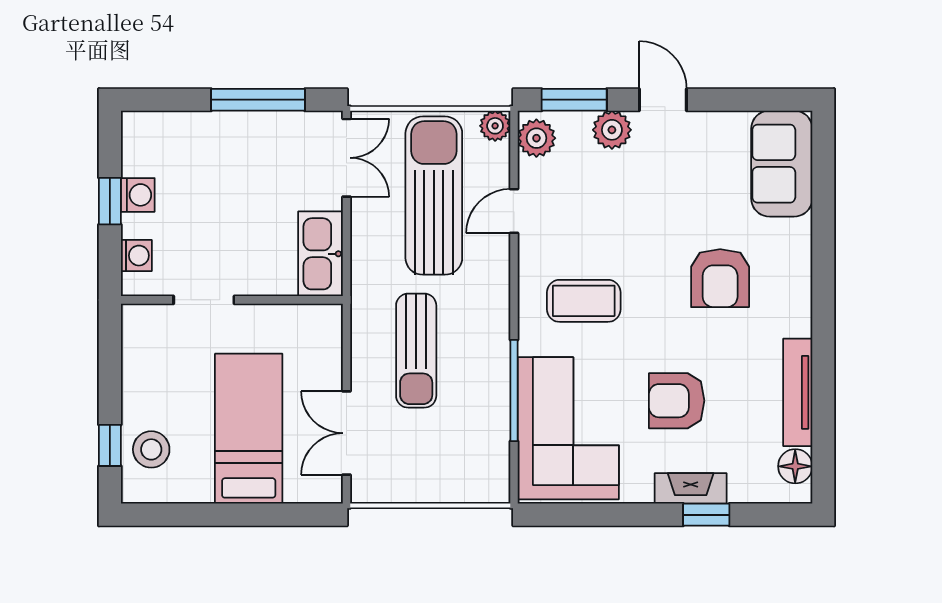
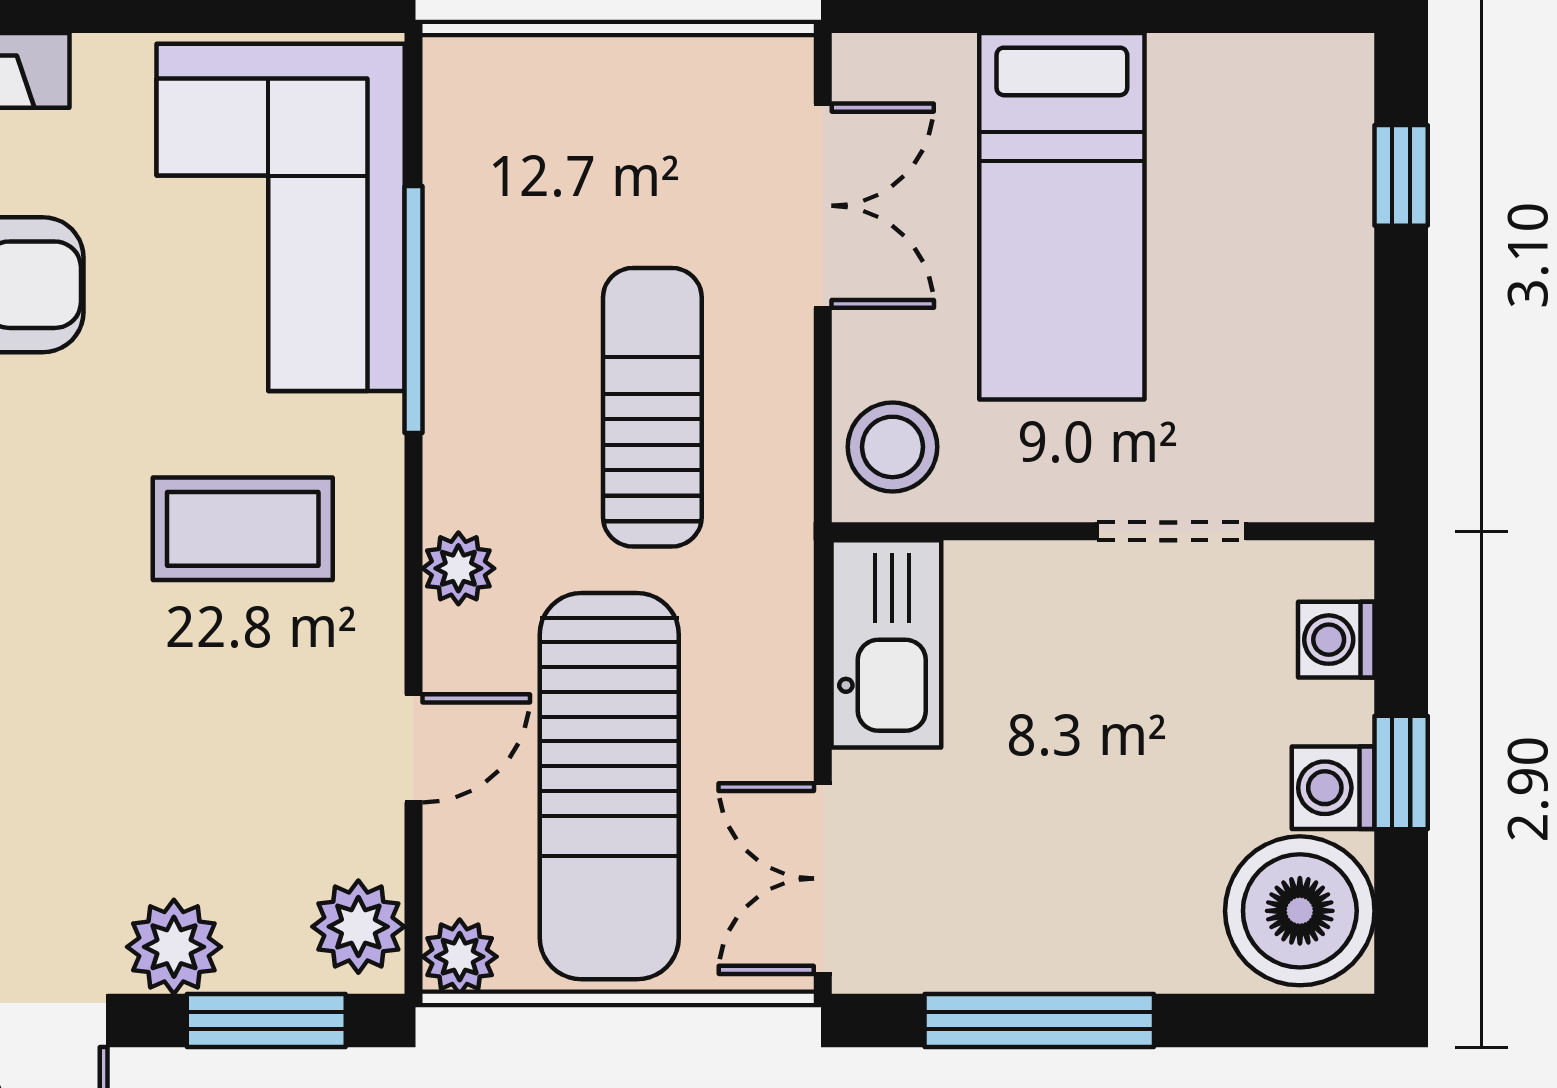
boiler: (151, 145) -> (1300, 911), added
plant: (496, 285) -> (458, 568), added
stool: (151, 449) -> (893, 447), moved

